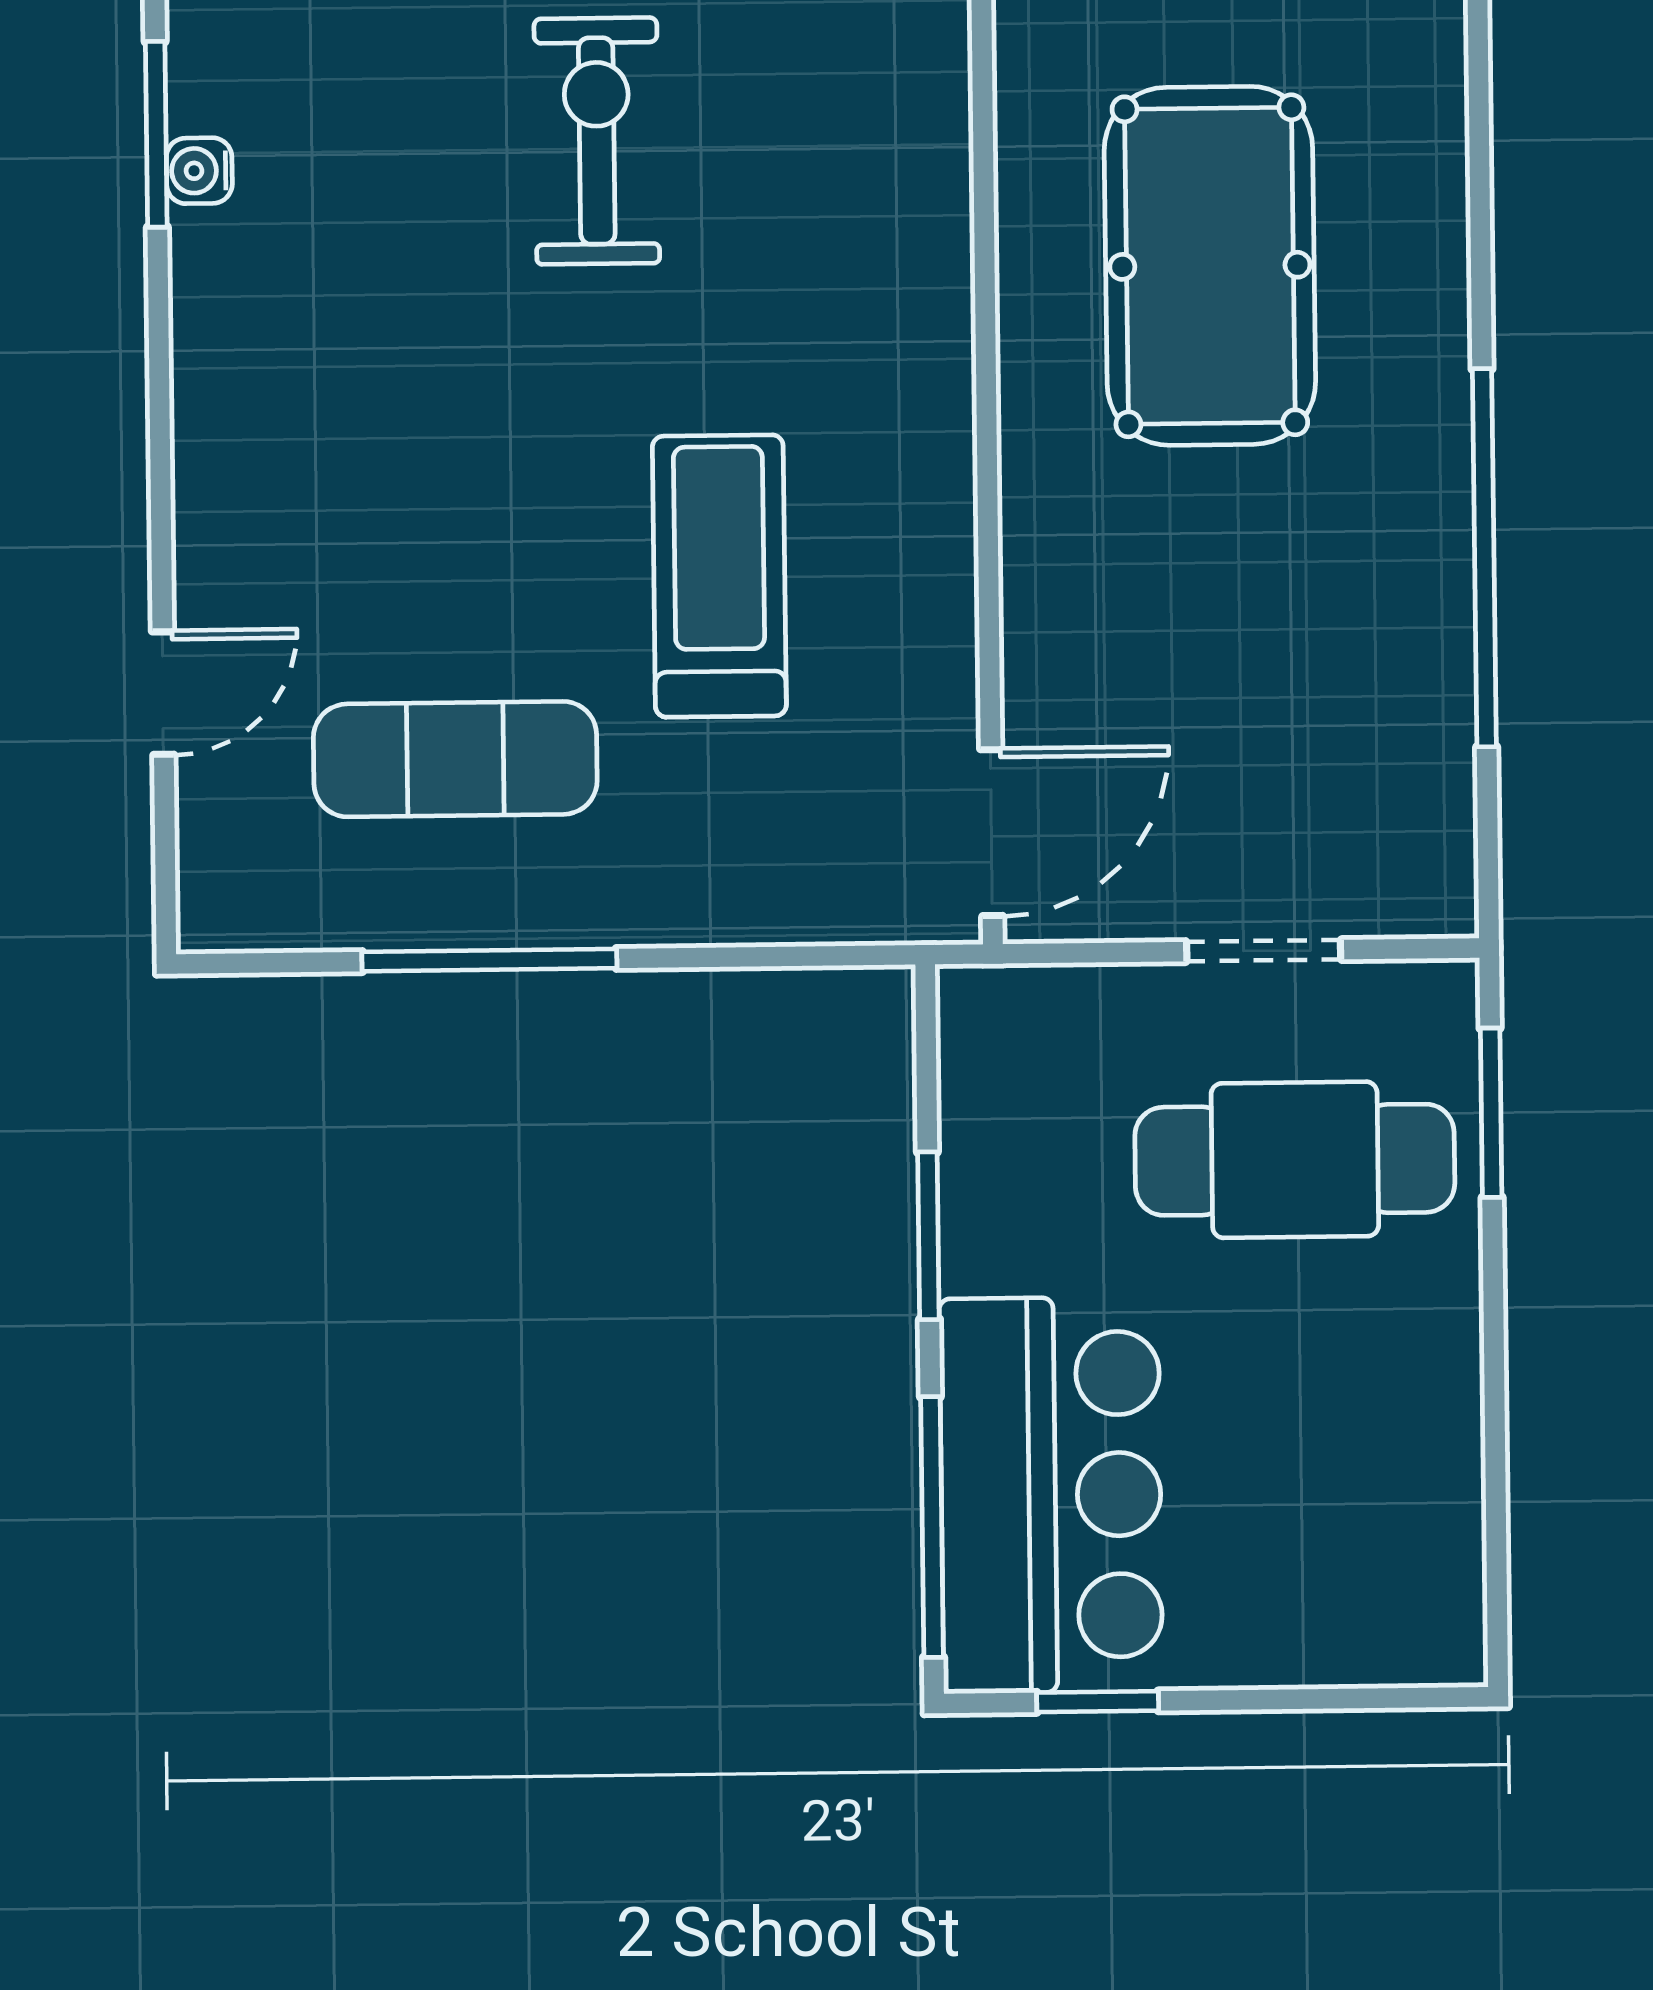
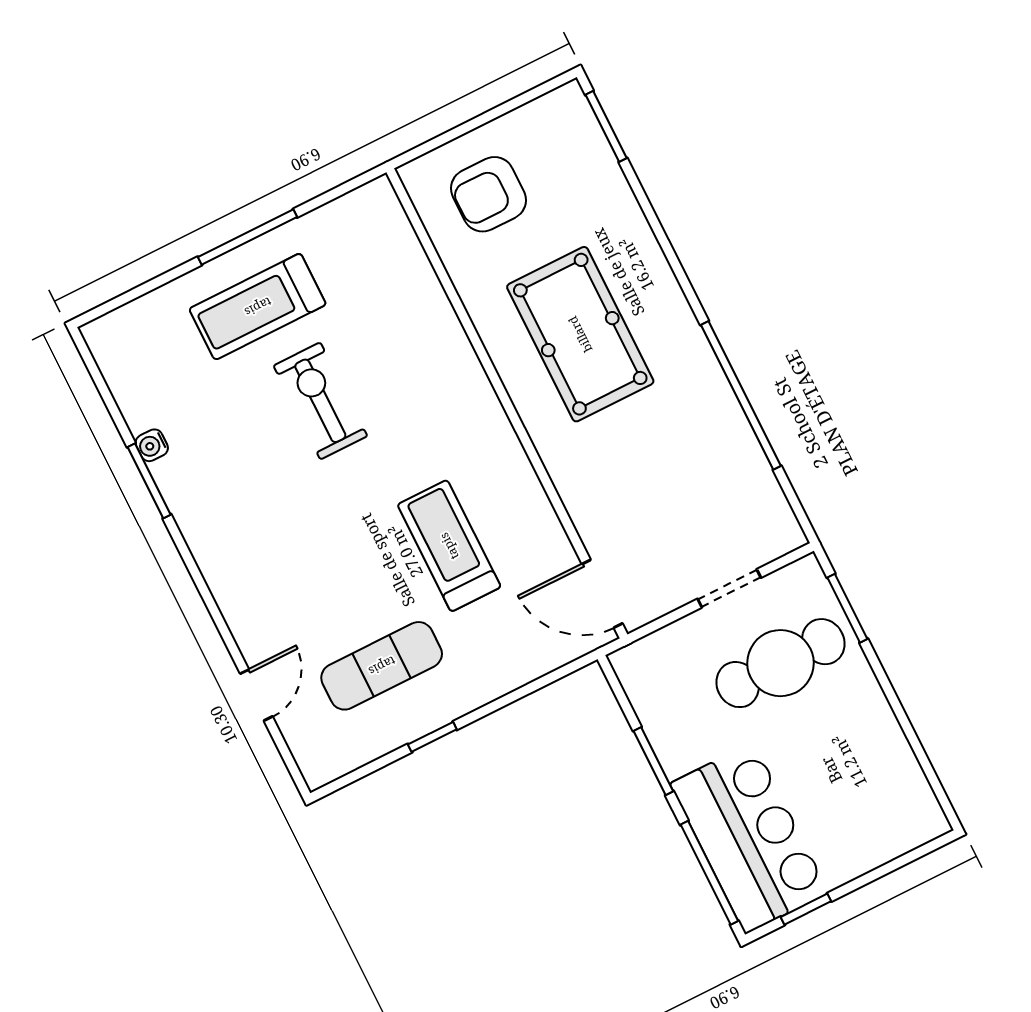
water cooler: (199, 171) -> (152, 445), moved
door: (992, 833) -> (602, 594), swing flipped
window: (489, 960) -> (432, 737), width x0.46

